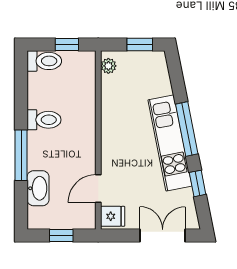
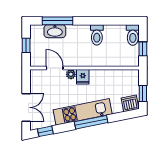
plant: (108, 66) -> (71, 74), moved
dishwasher: (156, 66) -> (130, 103), added
window: (21, 155) -> (57, 21), moved
window: (198, 183) -> (45, 131), moved
fridge: (113, 216) -> (83, 77), moved

